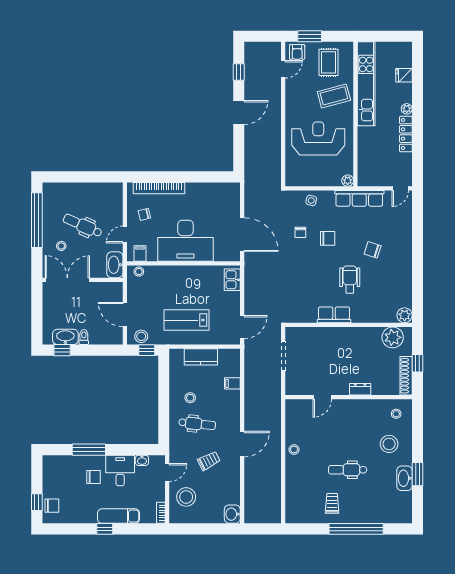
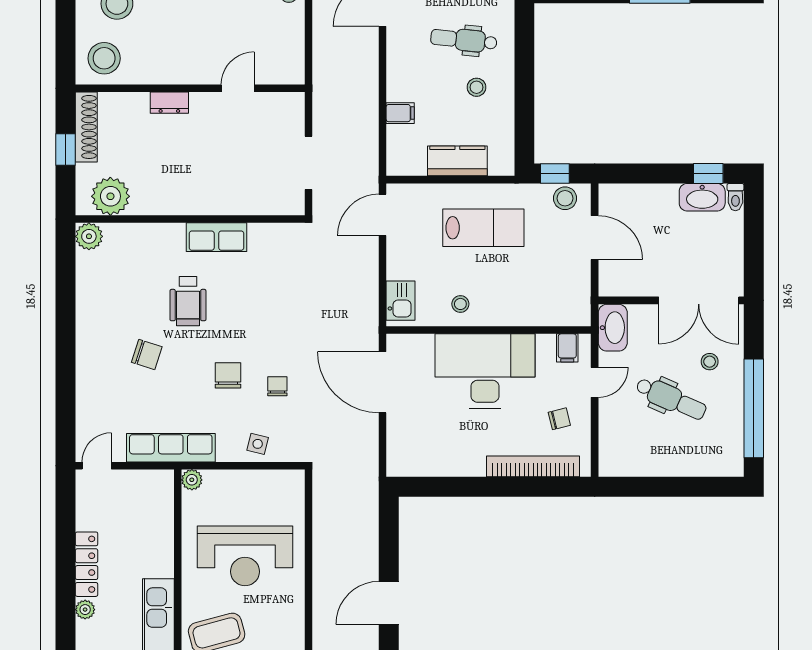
chair: (328, 238) -> (228, 375), turned 90
stool: (139, 272) -> (460, 304), moved
toilet: (84, 337) -> (735, 197), moved
stool: (396, 414) -> (104, 58), width x1.89, depth x1.89

